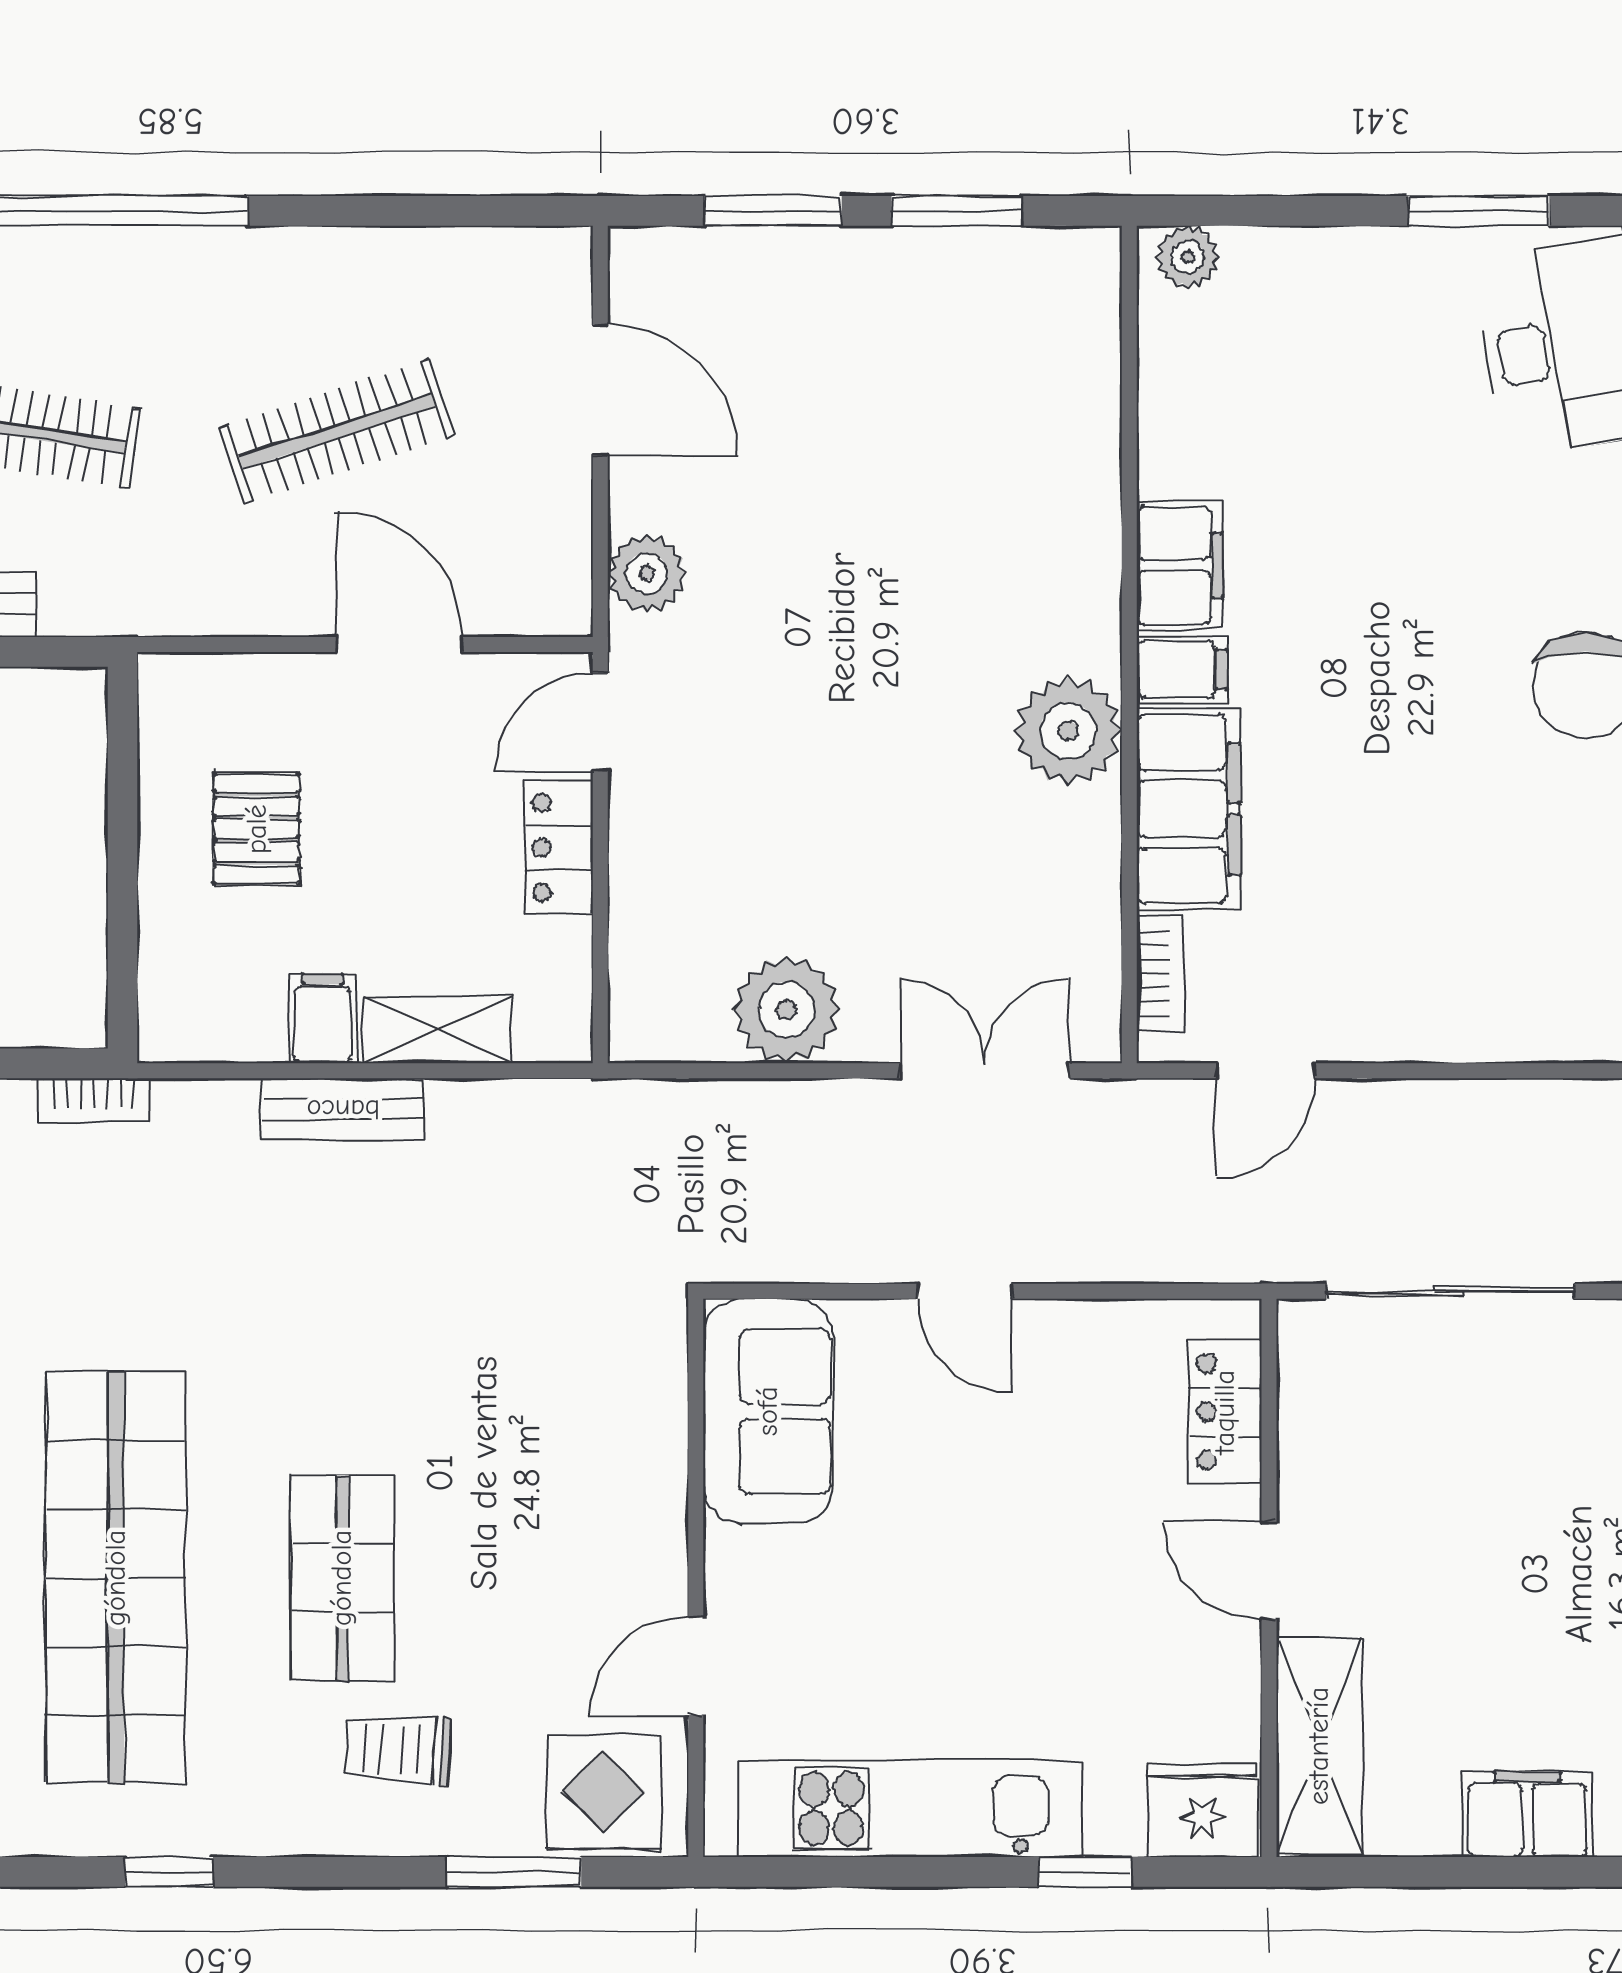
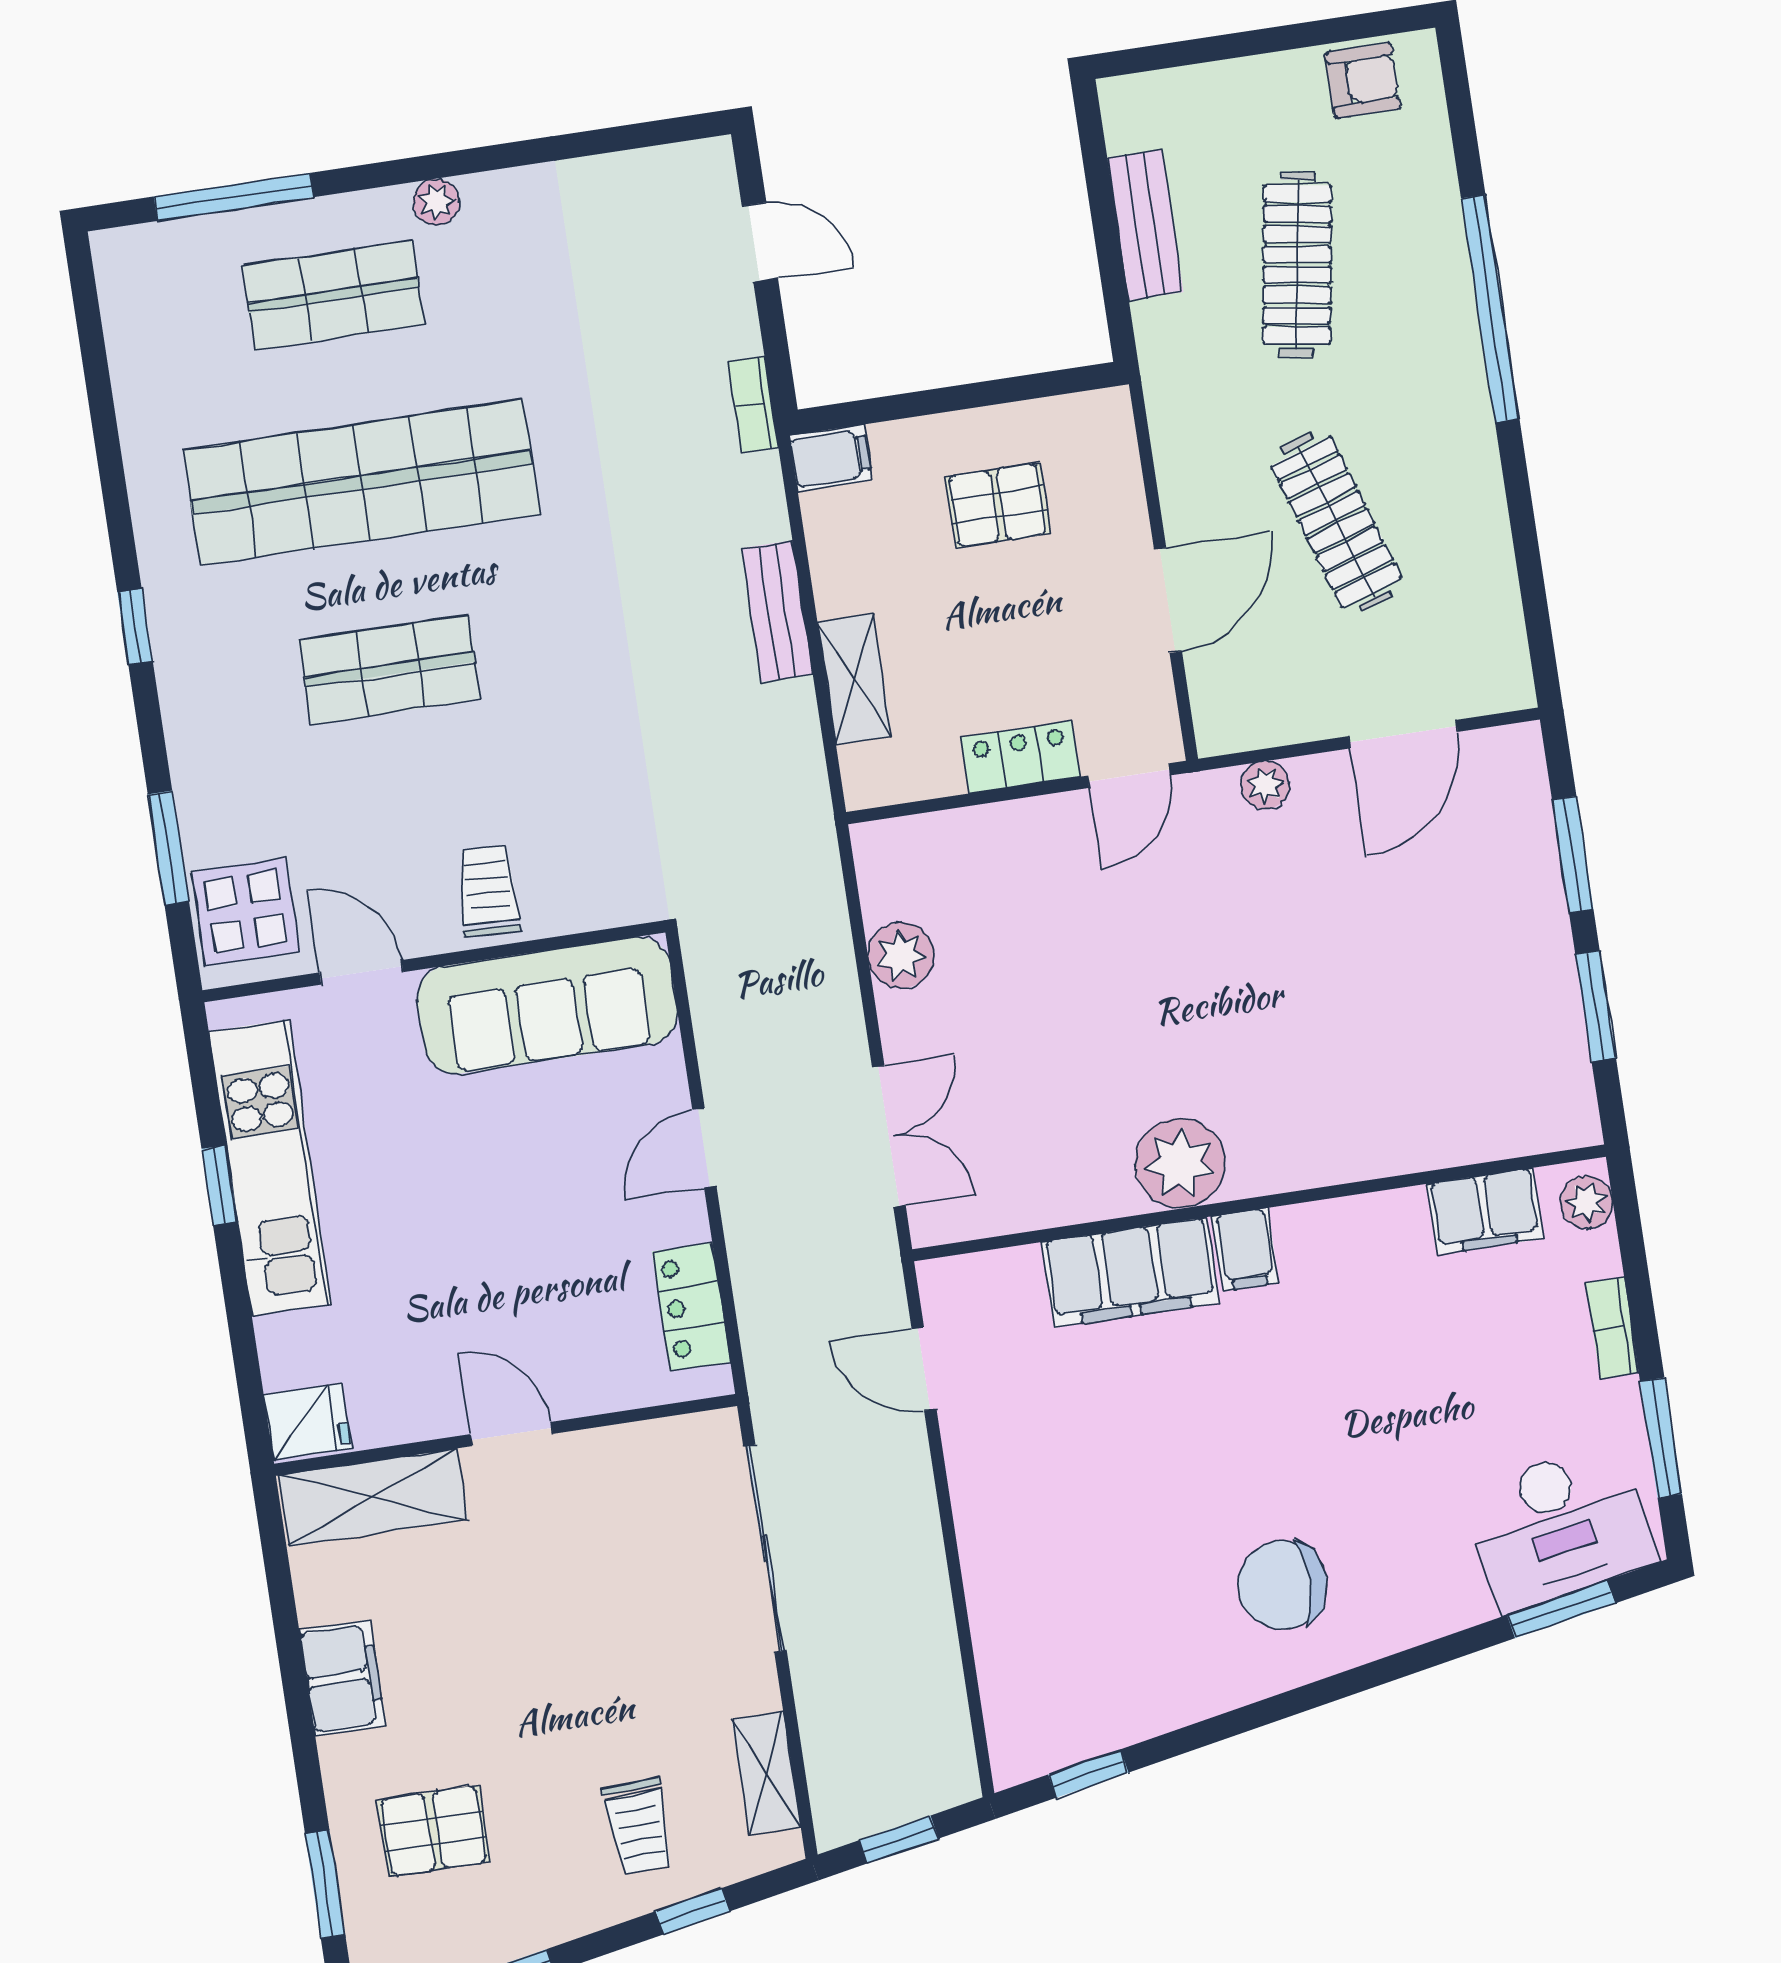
filing cabinet: (1180, 565) -> (1485, 1211), moved
plant: (647, 573) -> (1265, 785), width x0.73, depth x0.73
door: (600, 722) -> (1129, 776), swing flipped
bookcase: (1160, 973) -> (1612, 1328), moved, turned 90
plant: (787, 1010) -> (901, 955), width x0.73, depth x0.73
filing cabinet: (323, 1018) -> (831, 458), moved
sofa: (768, 1411) -> (547, 1005), width x1.36
locker: (1225, 1412) -> (691, 1307), moved, turned -90
door: (1269, 1571) -> (511, 1434), hinge flipped
trolley: (397, 1750) -> (488, 891), moved
fridge: (1203, 1810) -> (308, 1422), width x0.72
window: (169, 1872) -> (135, 627), moved
window: (1085, 1872) -> (219, 1185), moved

